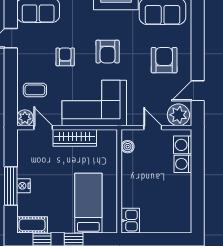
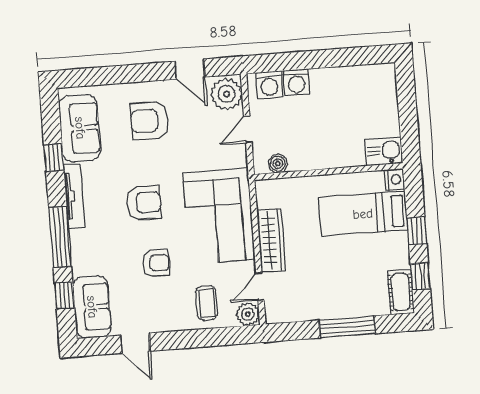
armchair: (65, 57) -> (156, 263), turned 180
nightstand: (23, 186) -> (395, 179), moved, turned -90

